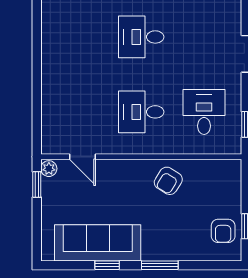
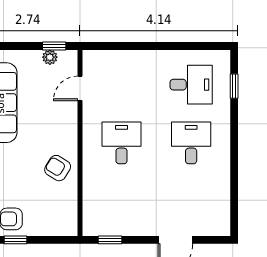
desk: (204, 112) -> (191, 85), moved
plant: (49, 169) -> (50, 57), moved

